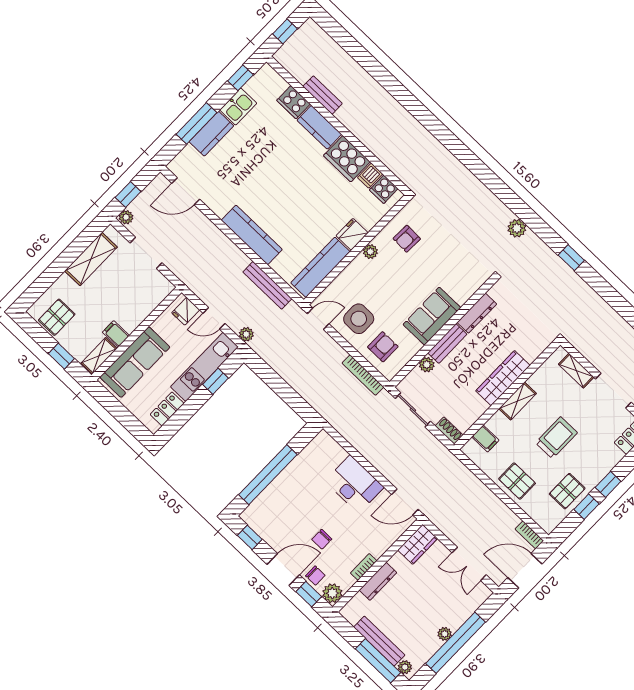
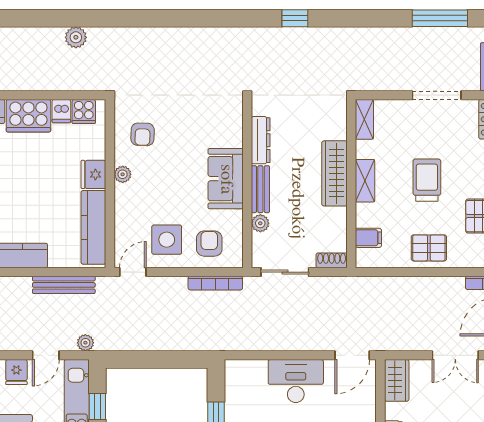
plant: (517, 228) -> (76, 37), moved
shelving: (576, 371) -> (364, 119), moved, turned 90

